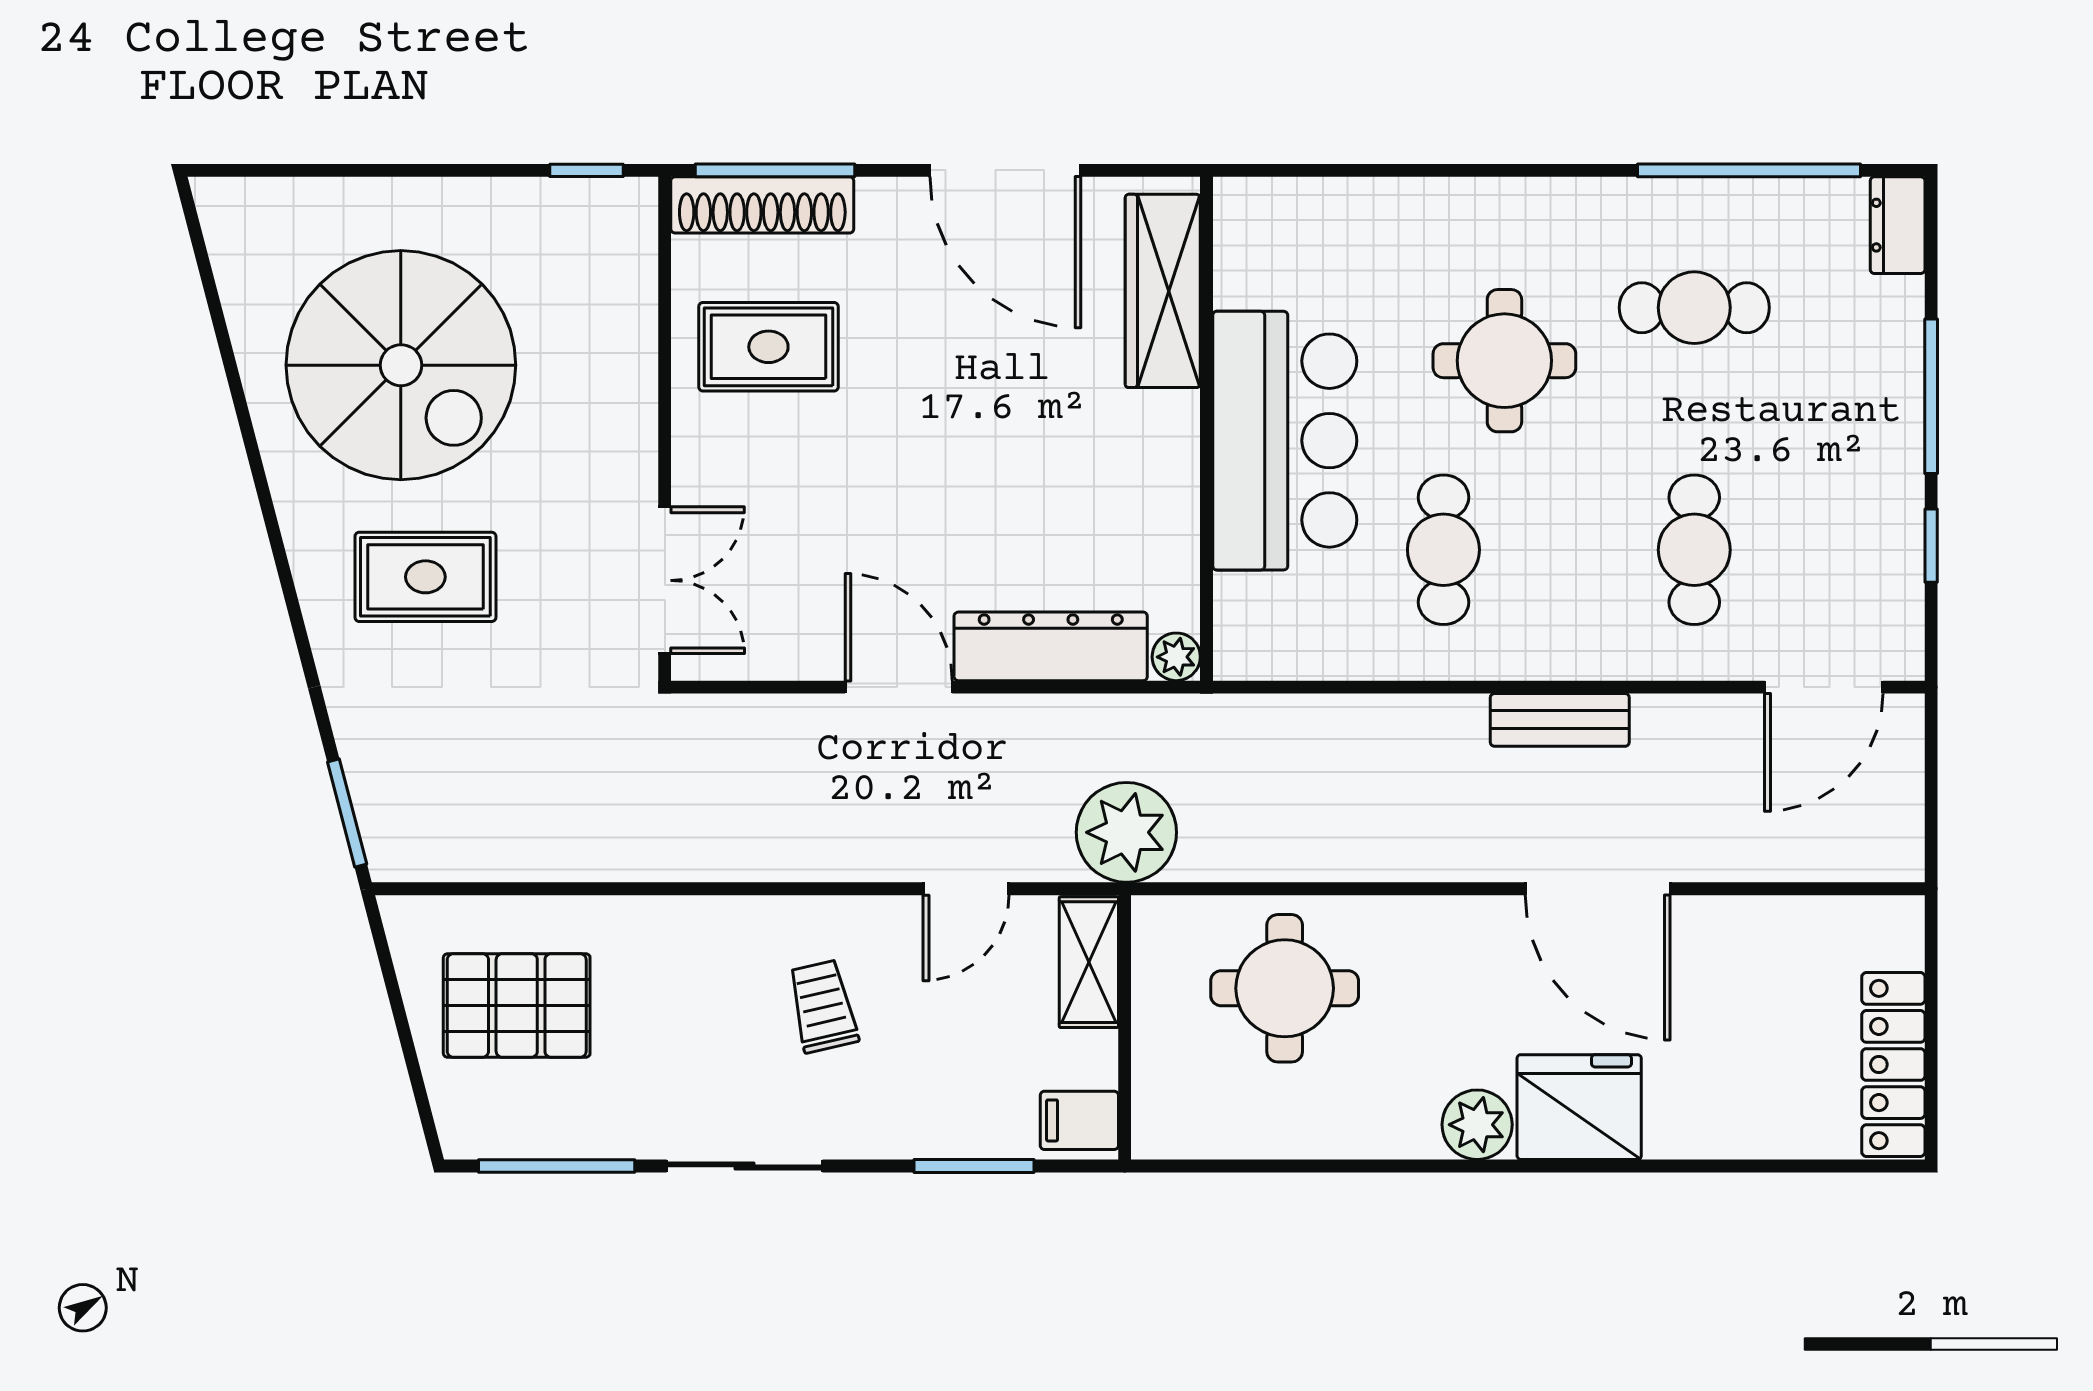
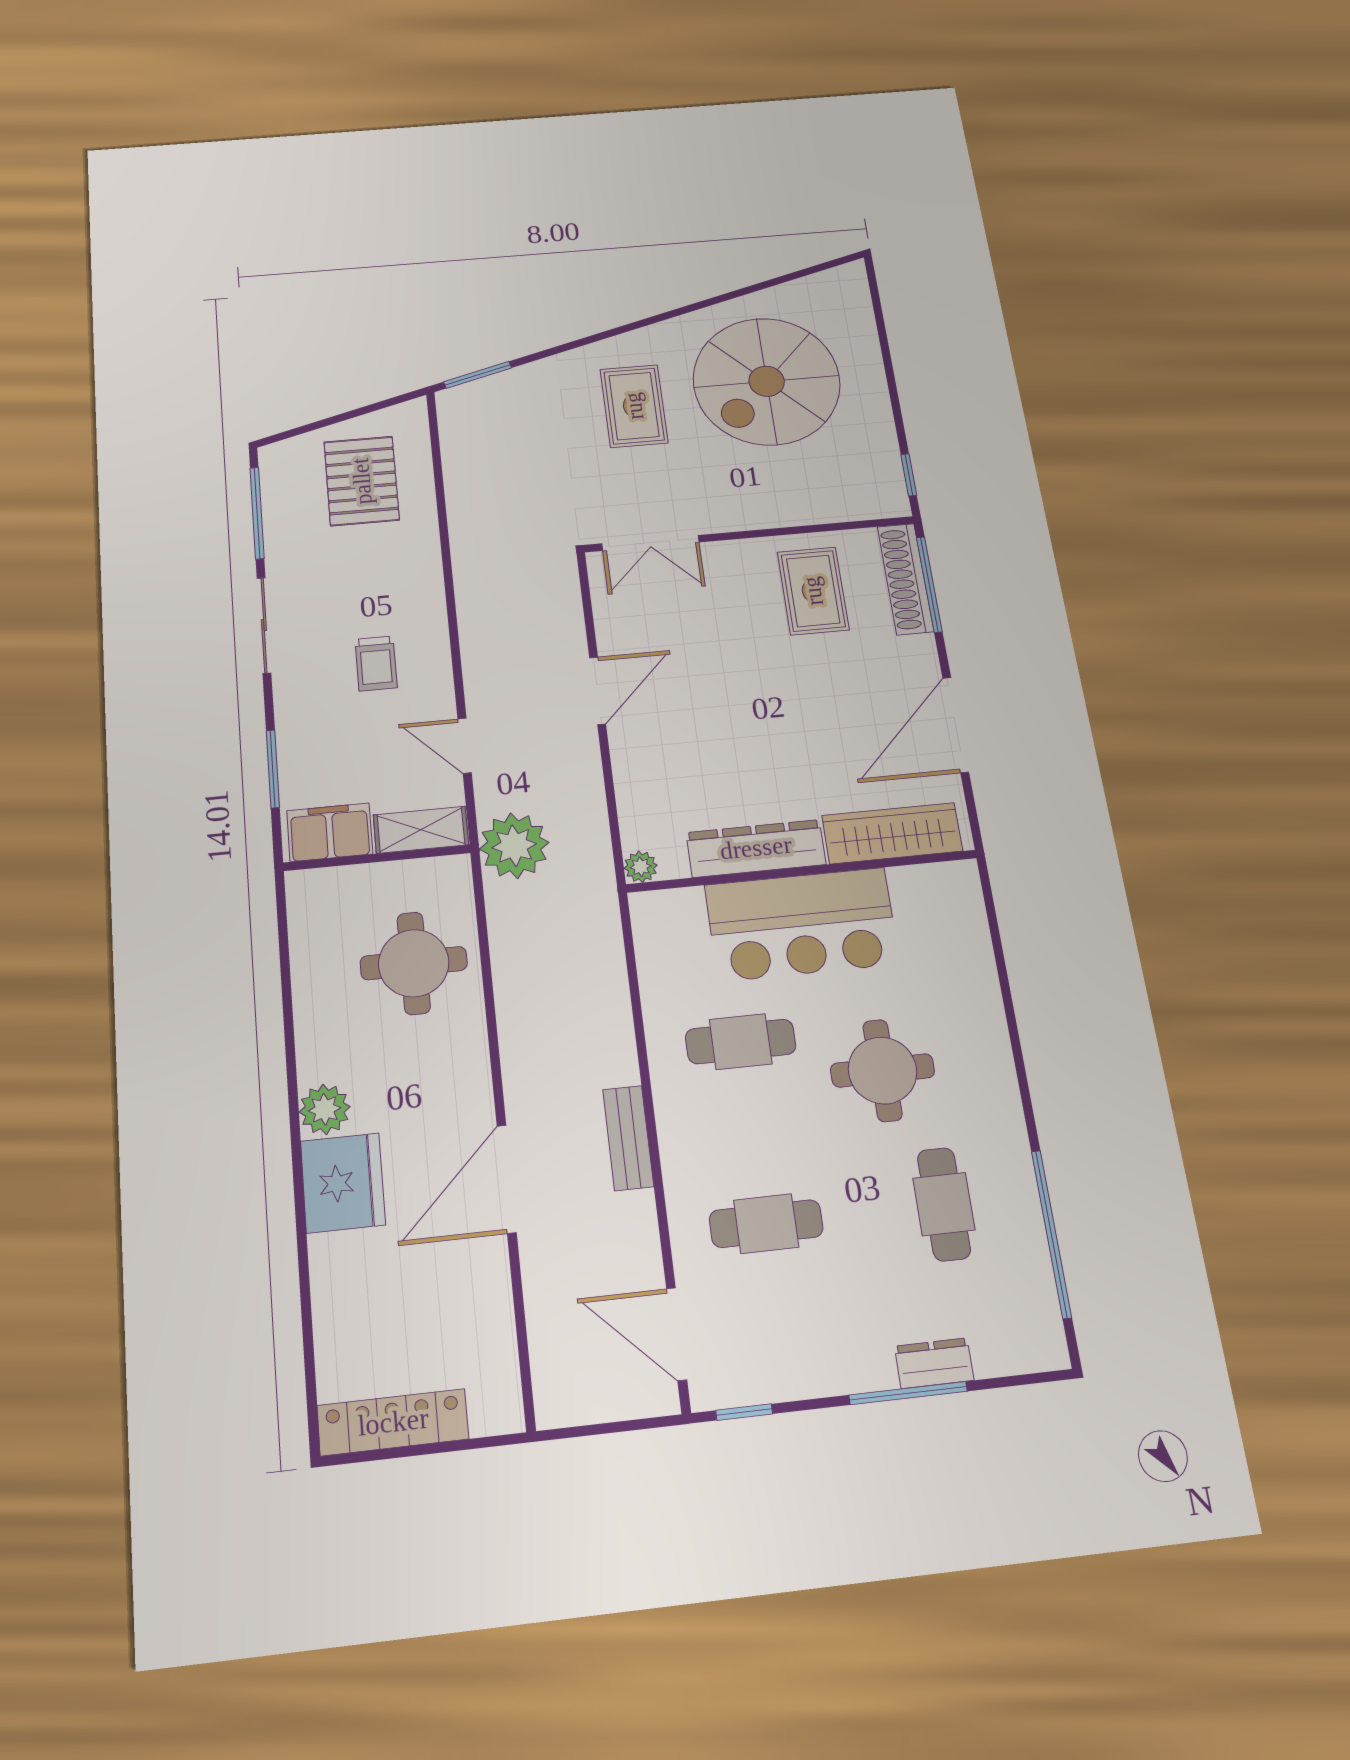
dresser: (1898, 225) -> (934, 1363), moved
window: (1931, 546) -> (744, 1412), moved
dresser: (1051, 646) -> (756, 848), moved, turned -90
trolley: (823, 1006) -> (376, 663), turned 103
filing cabinet: (1079, 1120) -> (330, 832), width x2.00

